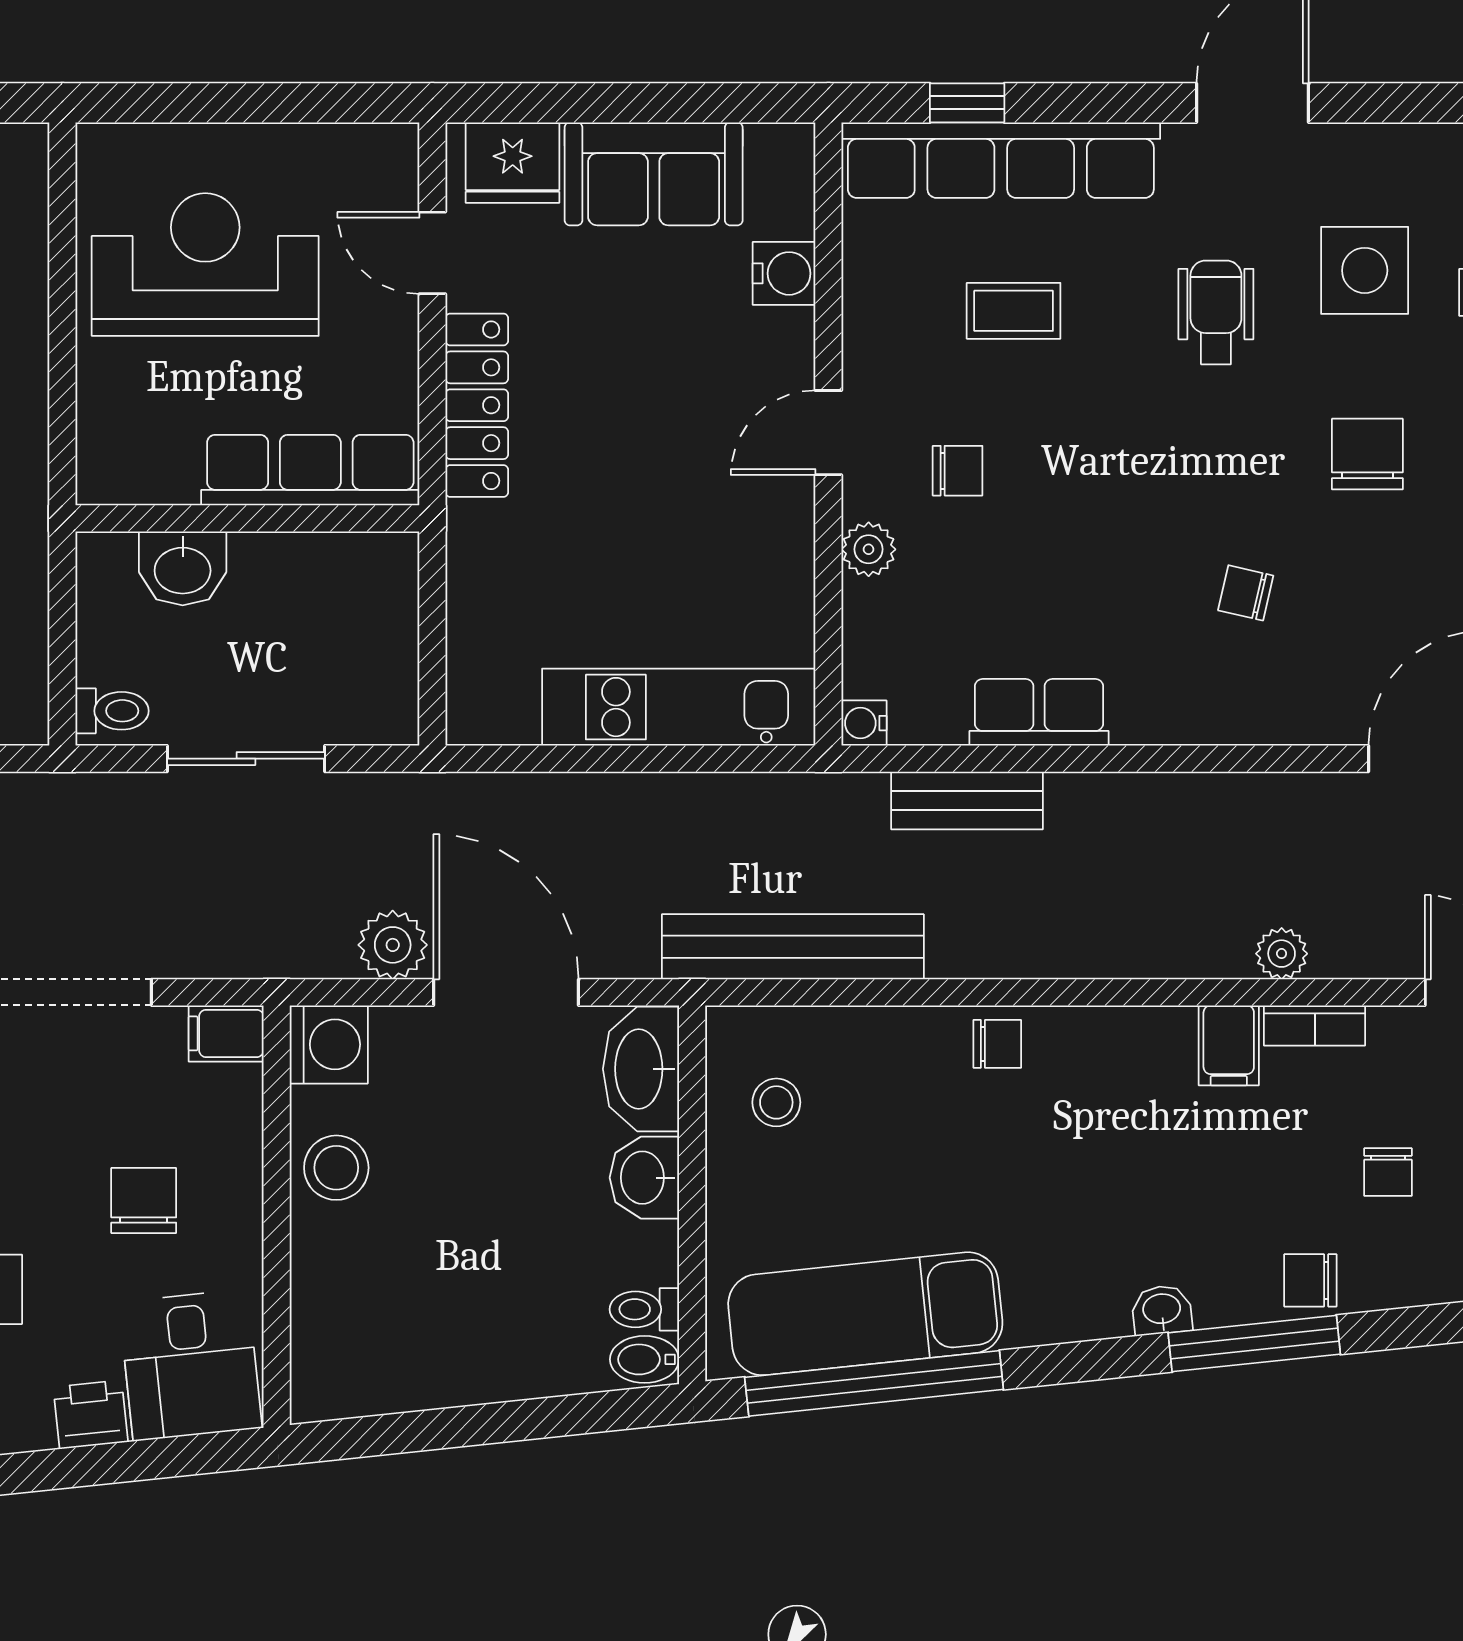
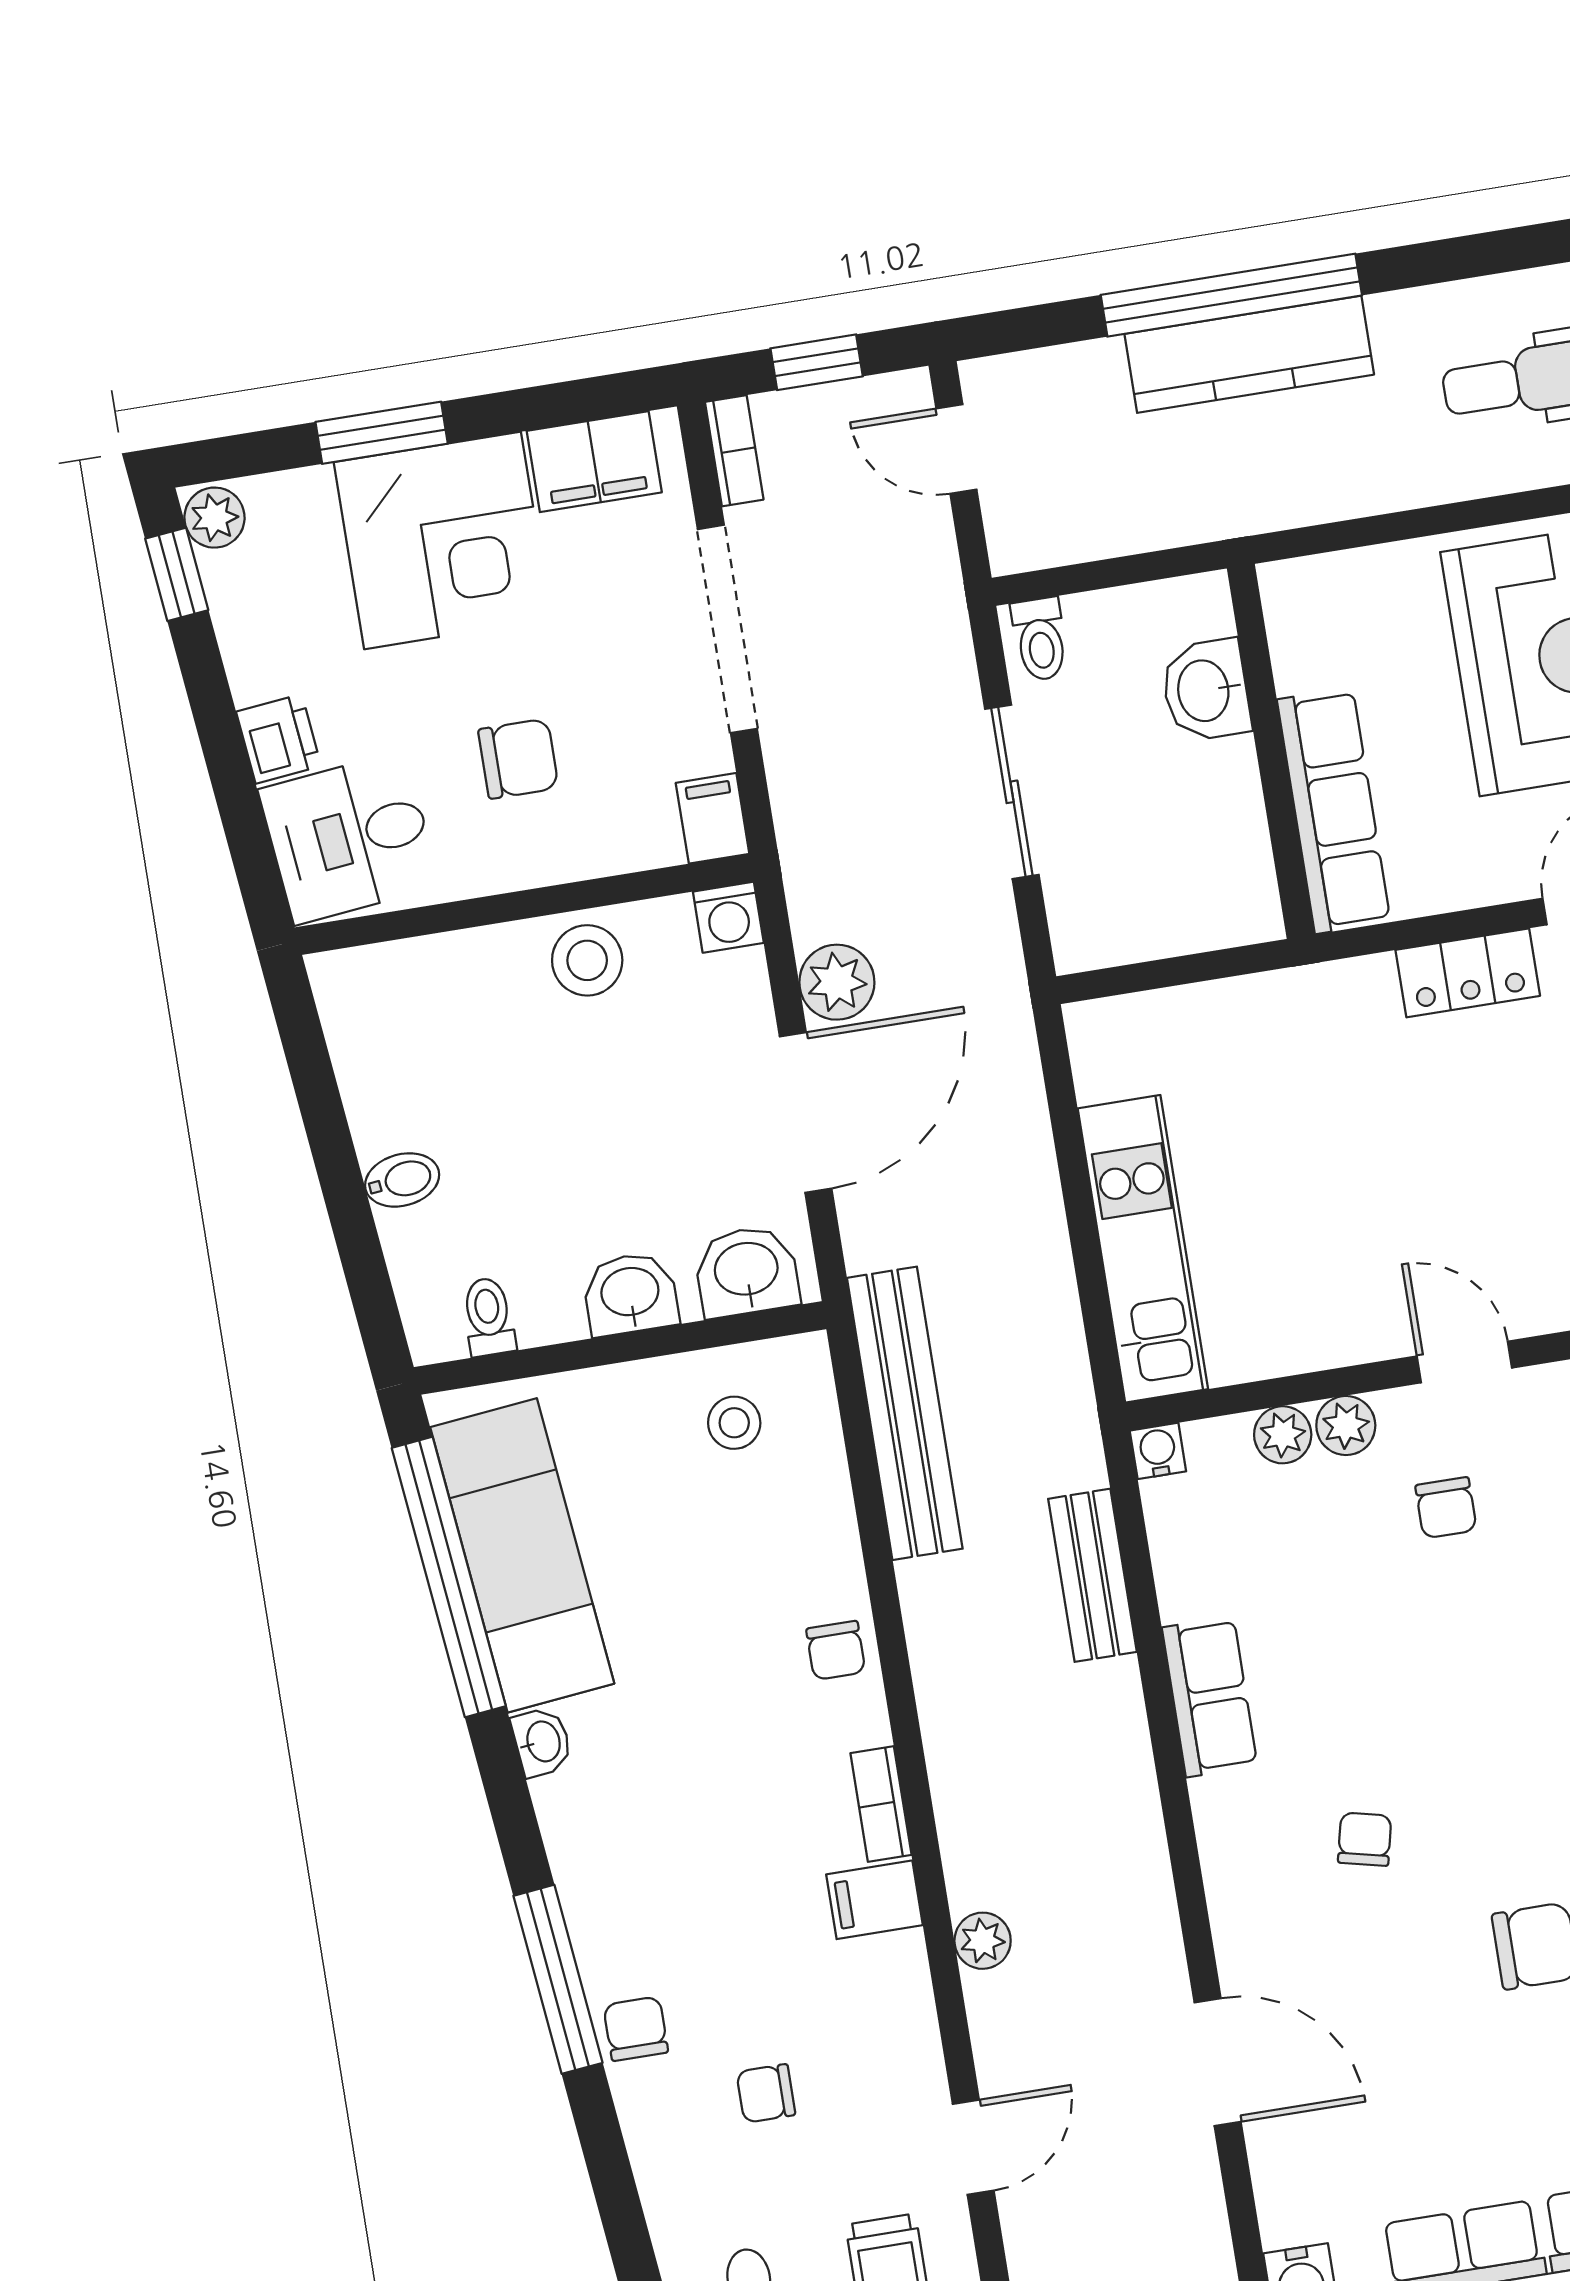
locker: (477, 405) -> (1468, 973), width x0.66
plant: (868, 608) -> (1283, 1435), added
row of seats: (1039, 712) -> (1210, 1697), moved
bookcase: (1315, 1026) -> (881, 1804), moved
washing machine: (329, 1044) -> (728, 917), width x0.73, depth x0.73
washbasin: (641, 1069) -> (747, 1271), width x0.72
washbasin: (1162, 1310) -> (542, 1742), moved
bidet: (645, 1359) -> (402, 1180), moved, turned 84

